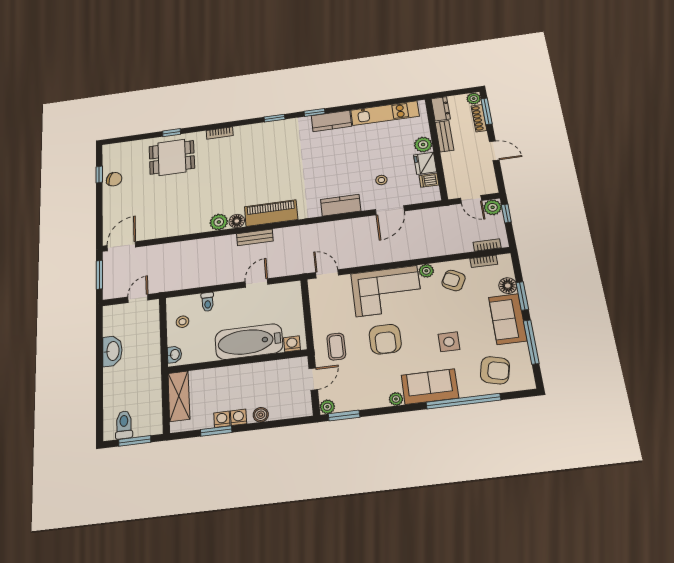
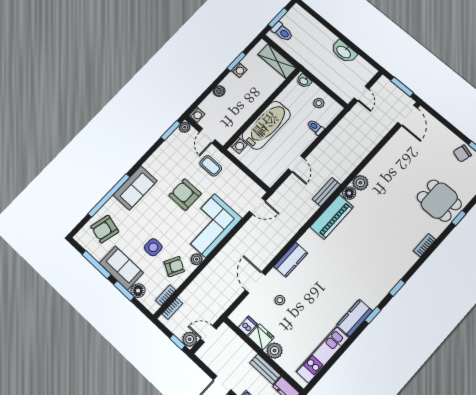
dining table: (172, 157) -> (439, 201), turned 90
side table: (449, 342) -> (153, 247), moved
plant: (396, 399) -> (149, 164), removed
washing machine: (238, 417) -> (197, 115), moved
toilet: (124, 425) -> (282, 32), moved

